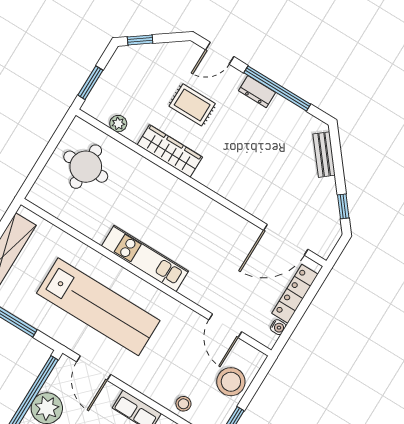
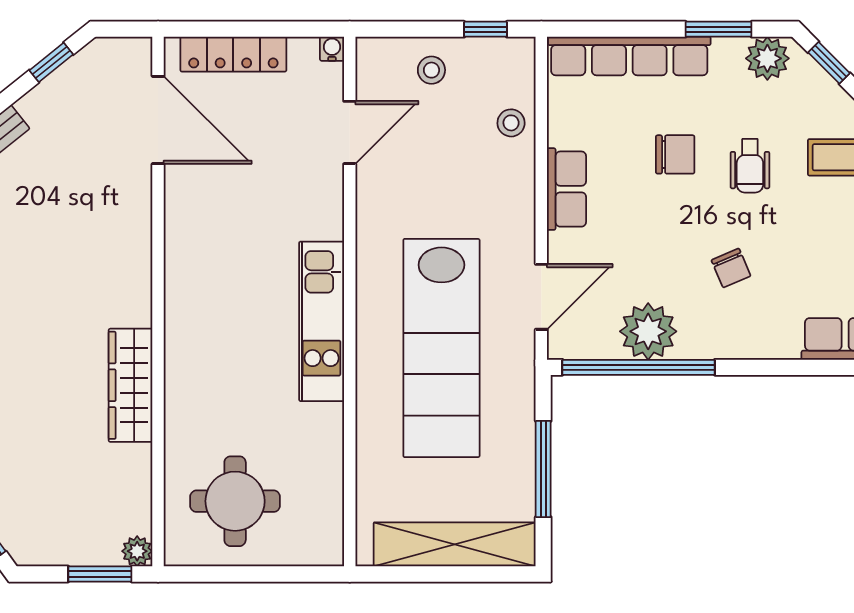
rug: (192, 105) -> (38, 394), removed
plant: (118, 124) -> (137, 551), moved
lab bench: (98, 307) -> (441, 348), turned 180
water cooler: (278, 327) -> (332, 49), moved
stool: (231, 382) -> (431, 70), width x0.53, depth x0.53

